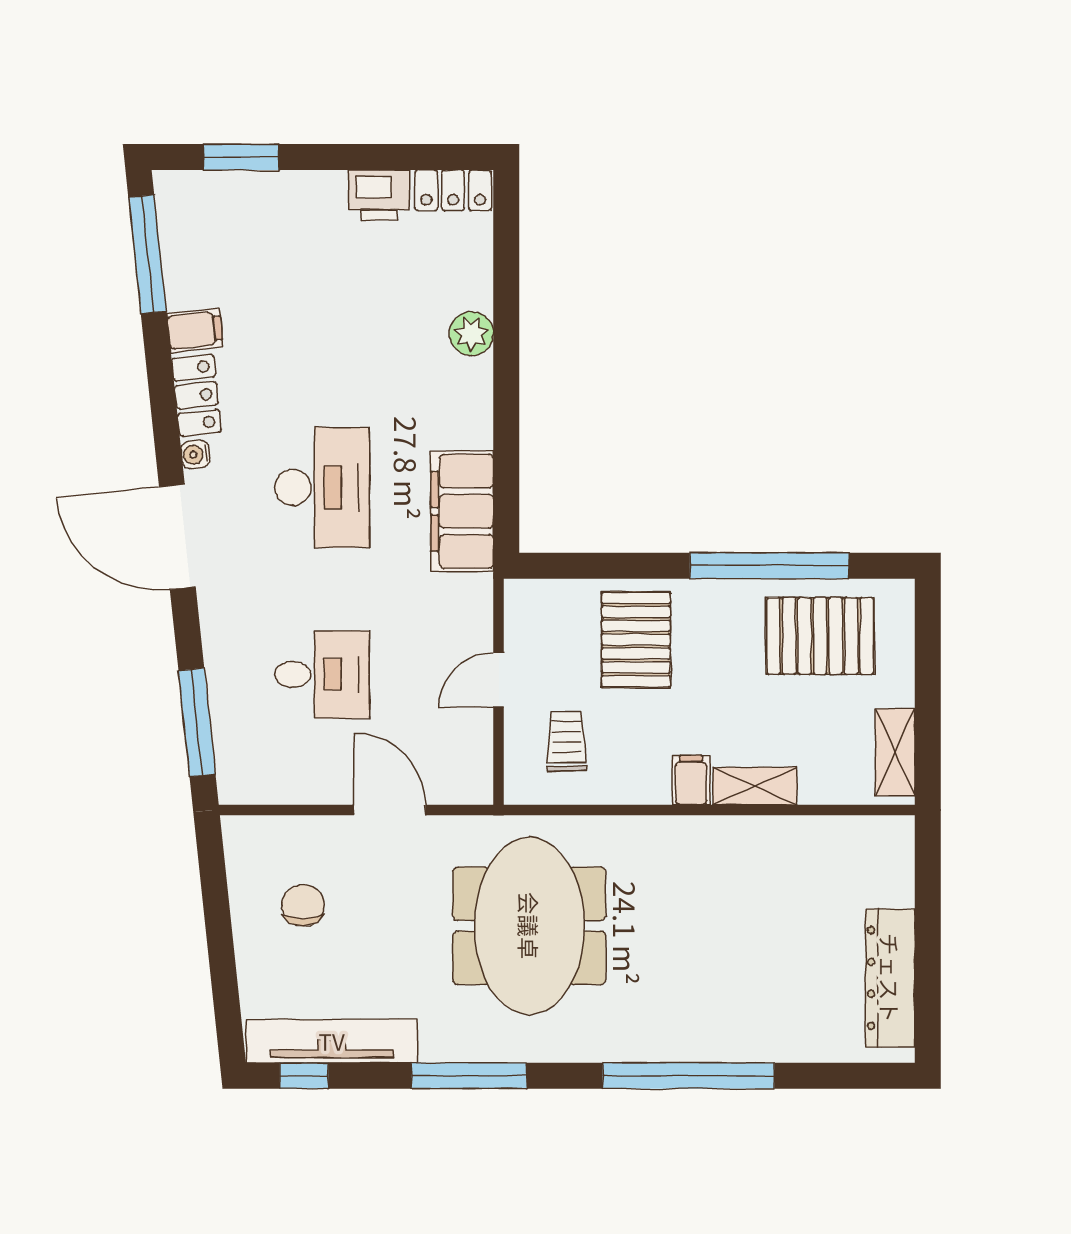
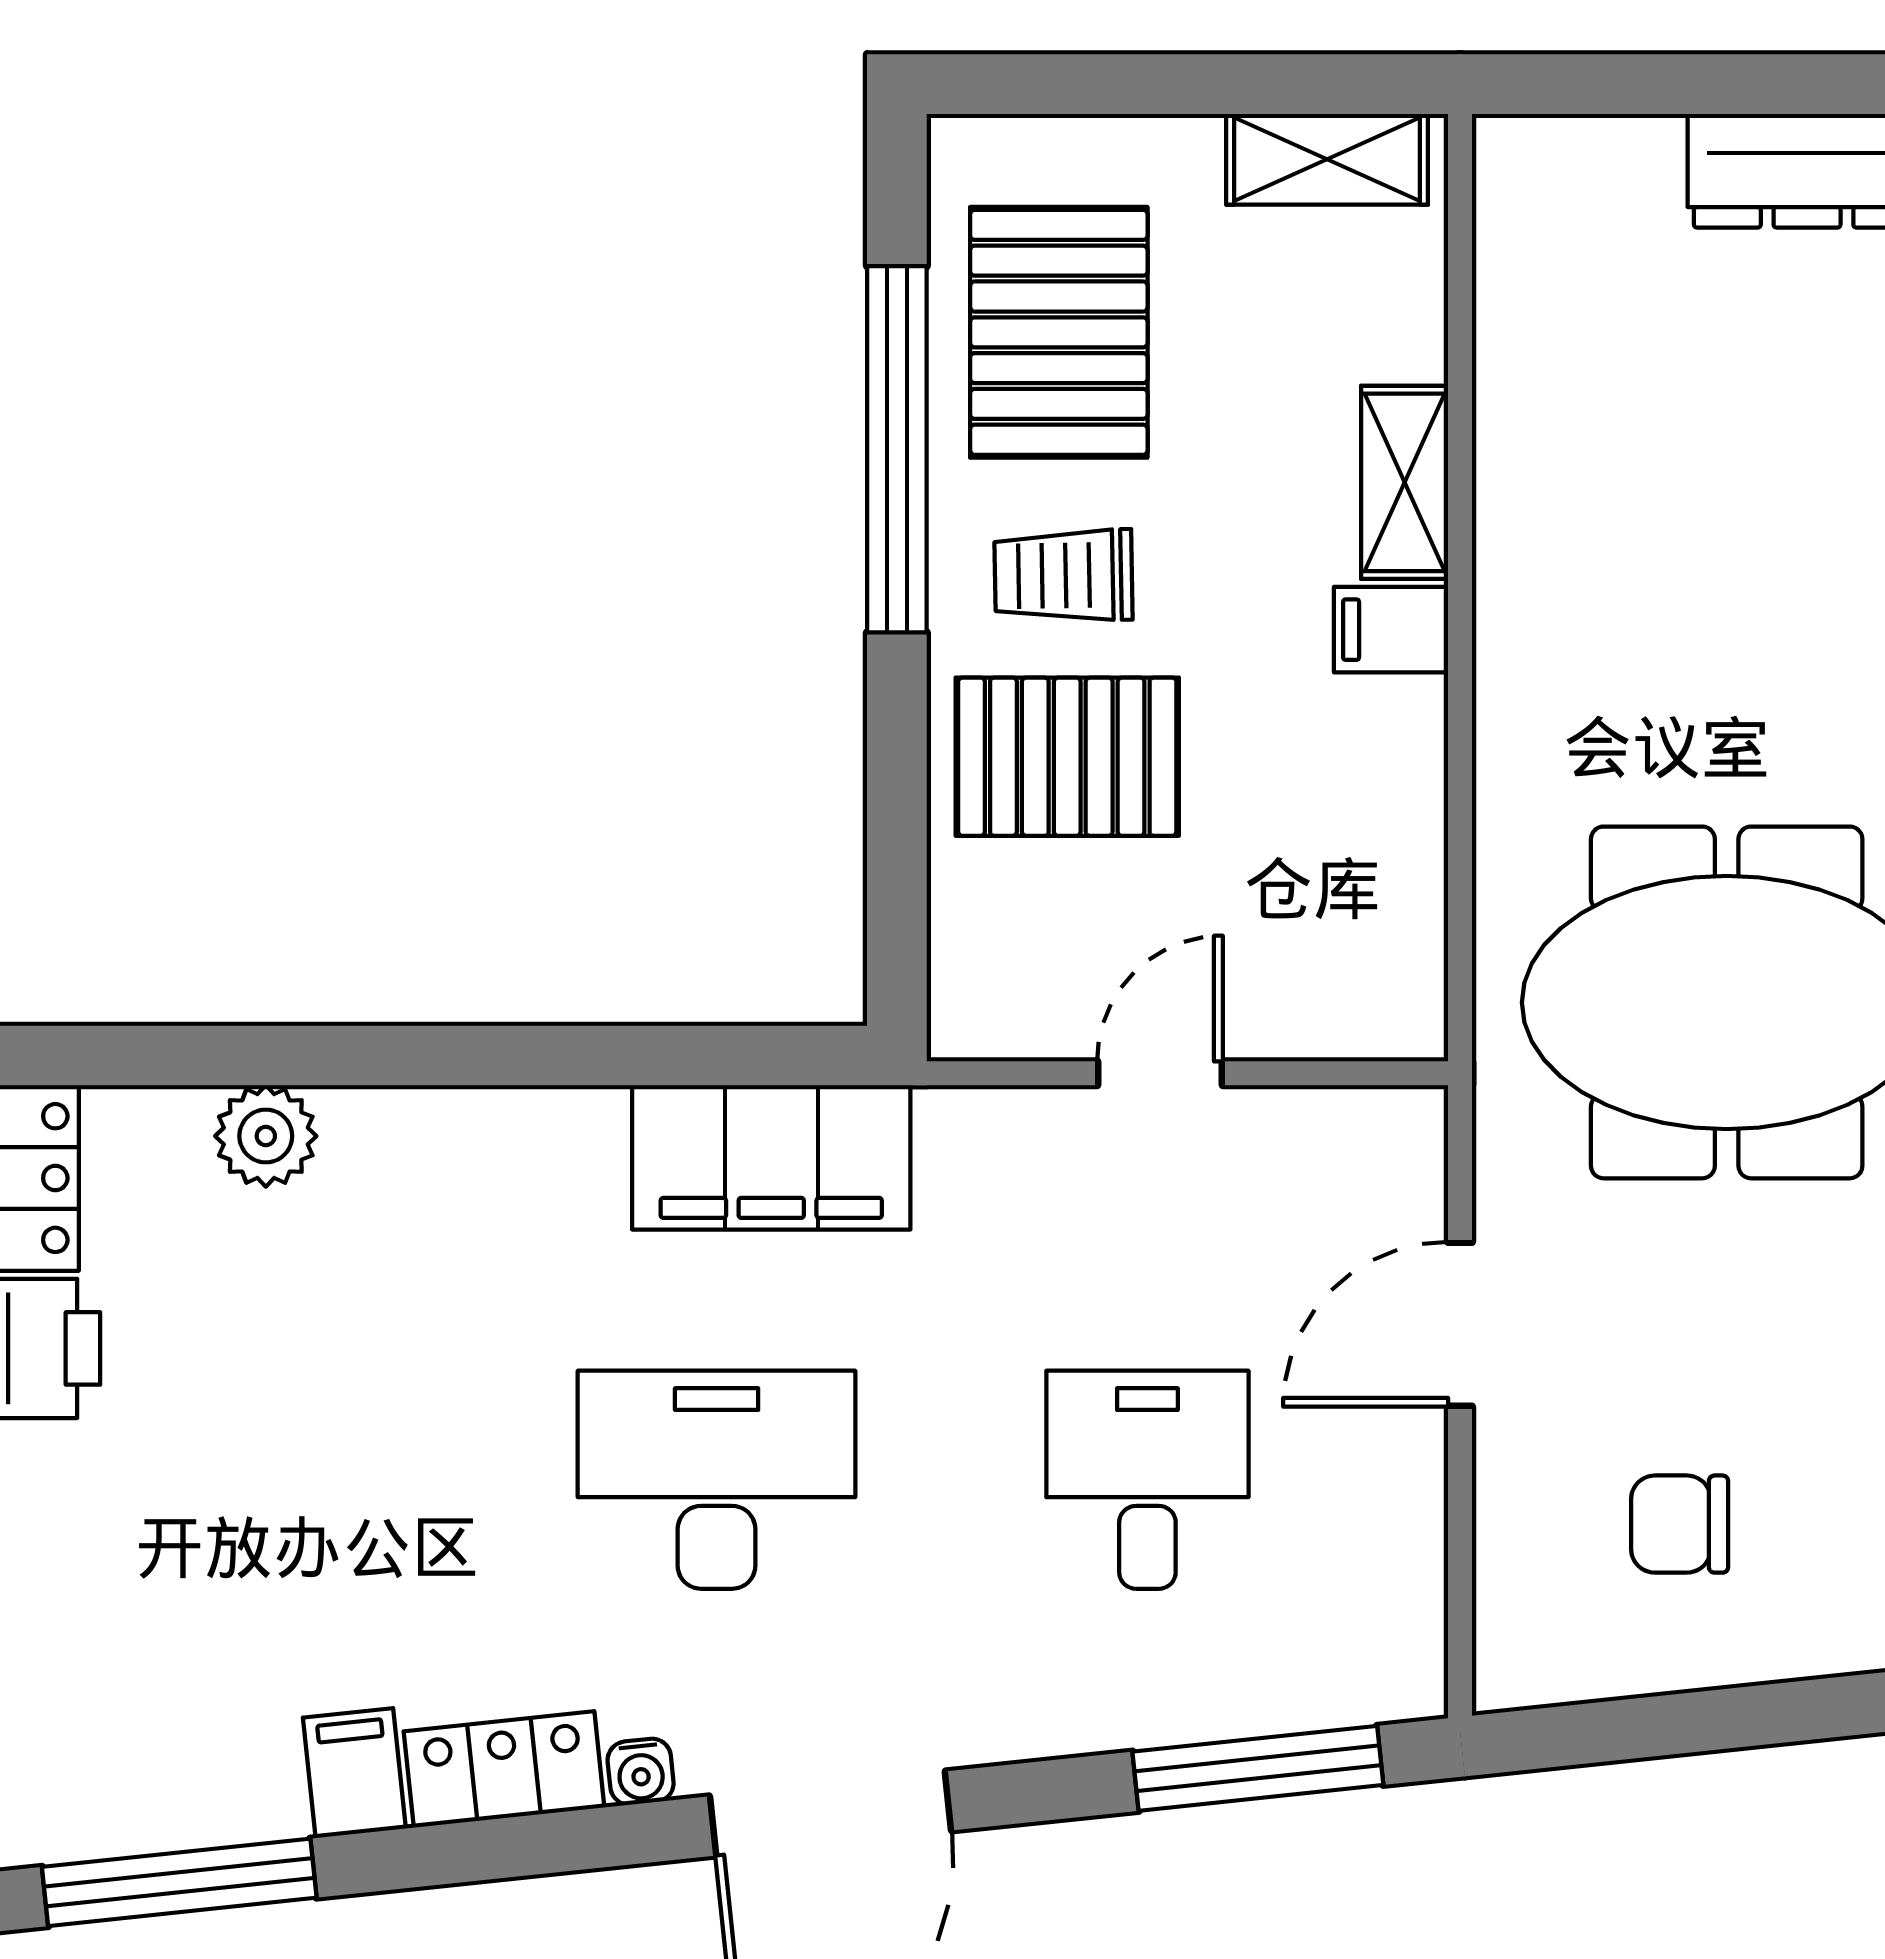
plant: (471, 334) -> (266, 1136), moved
door: (499, 680) -> (1160, 1073), swing flipped
trolley: (566, 741) -> (1063, 575), moved

